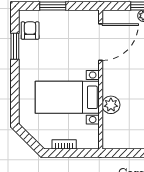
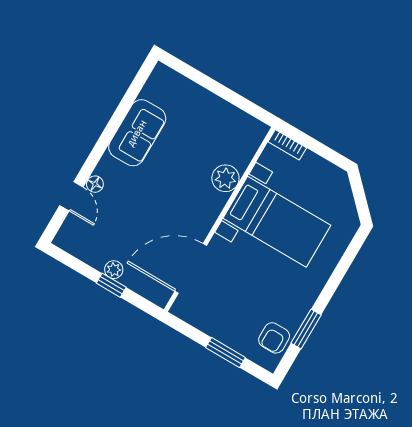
bookcase: (64, 144) -> (287, 145), moved

